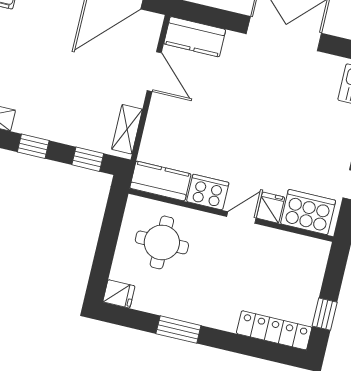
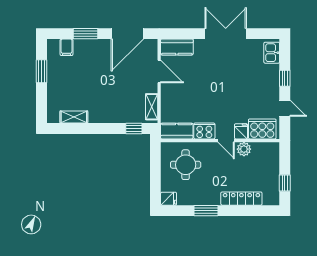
window: (33, 146) -> (102, 128), removed
door: (241, 218) -> (226, 141), swing flipped
plant: (268, 239) -> (244, 149), added
locker: (274, 330) -> (241, 199), moved

